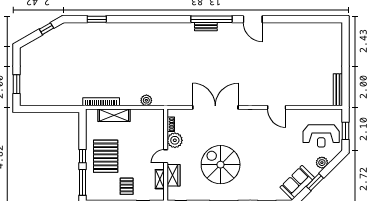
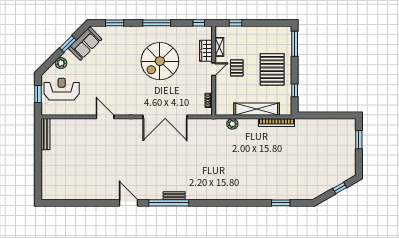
window: (47, 29) -> (340, 188), moved
shelving: (114, 115) -> (257, 109), width x1.47
plant: (175, 140) -> (205, 85), removed
window: (83, 156) -> (295, 90), moved
spiral stairs: (221, 165) -> (160, 61), turned 90
pallet: (127, 186) -> (237, 68), moved

